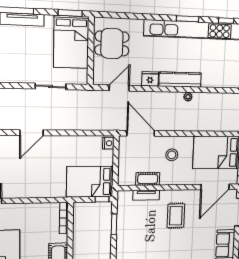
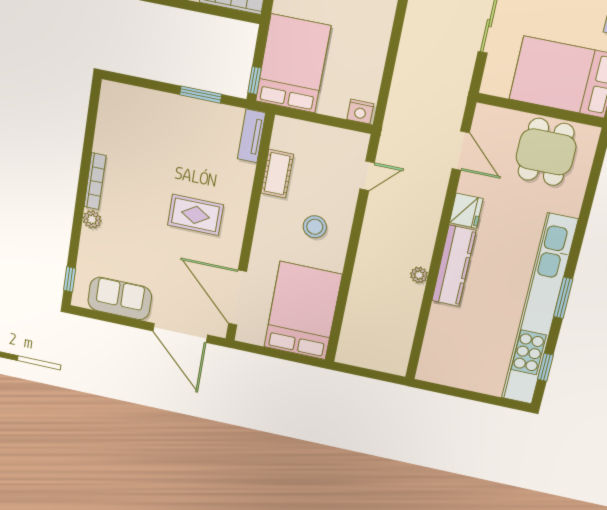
door: (141, 133) -> (367, 176), width x0.53
tv unit: (146, 195) -> (251, 136), moved

